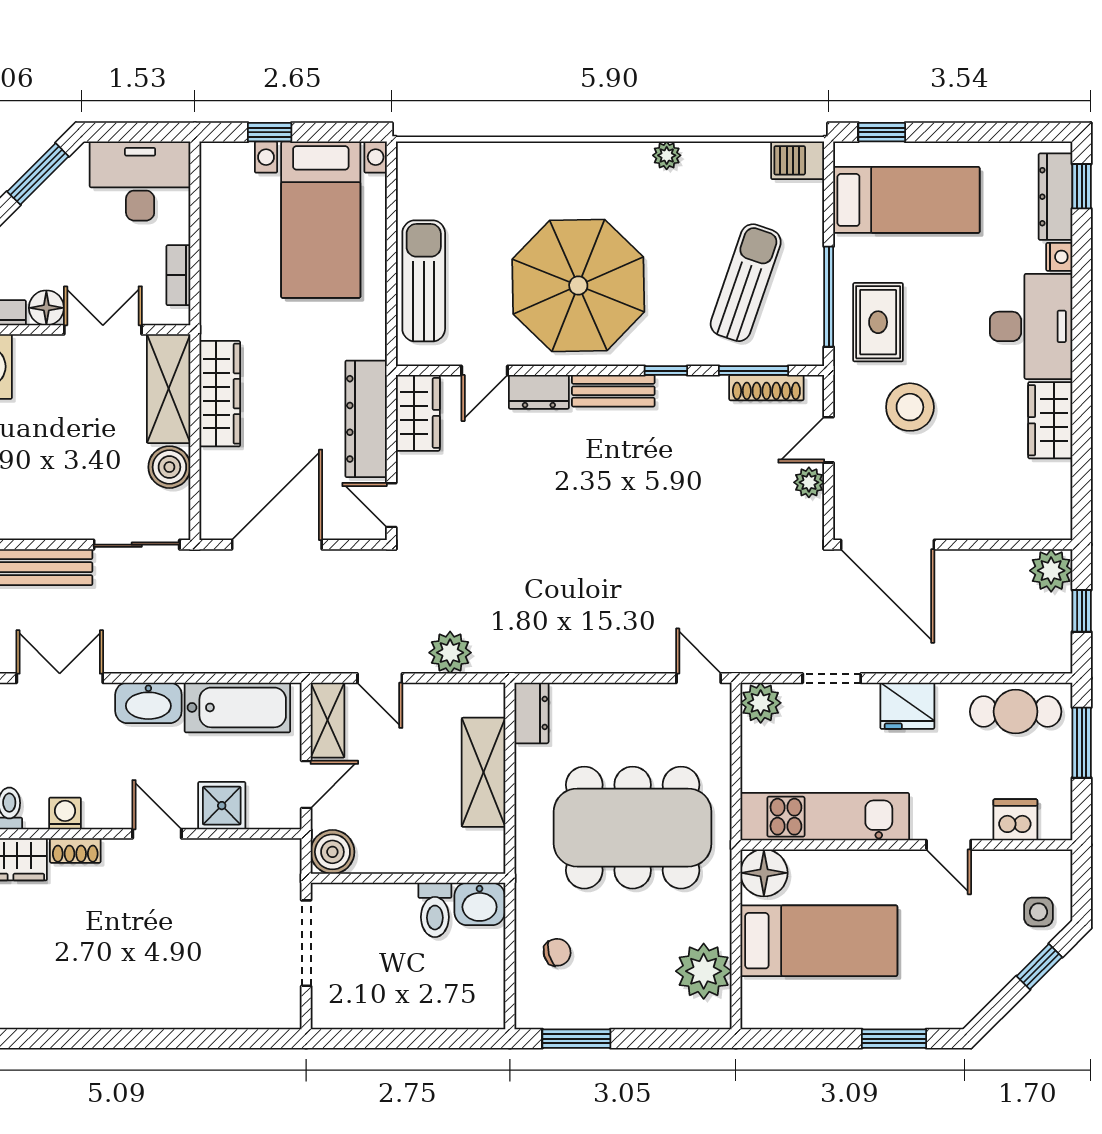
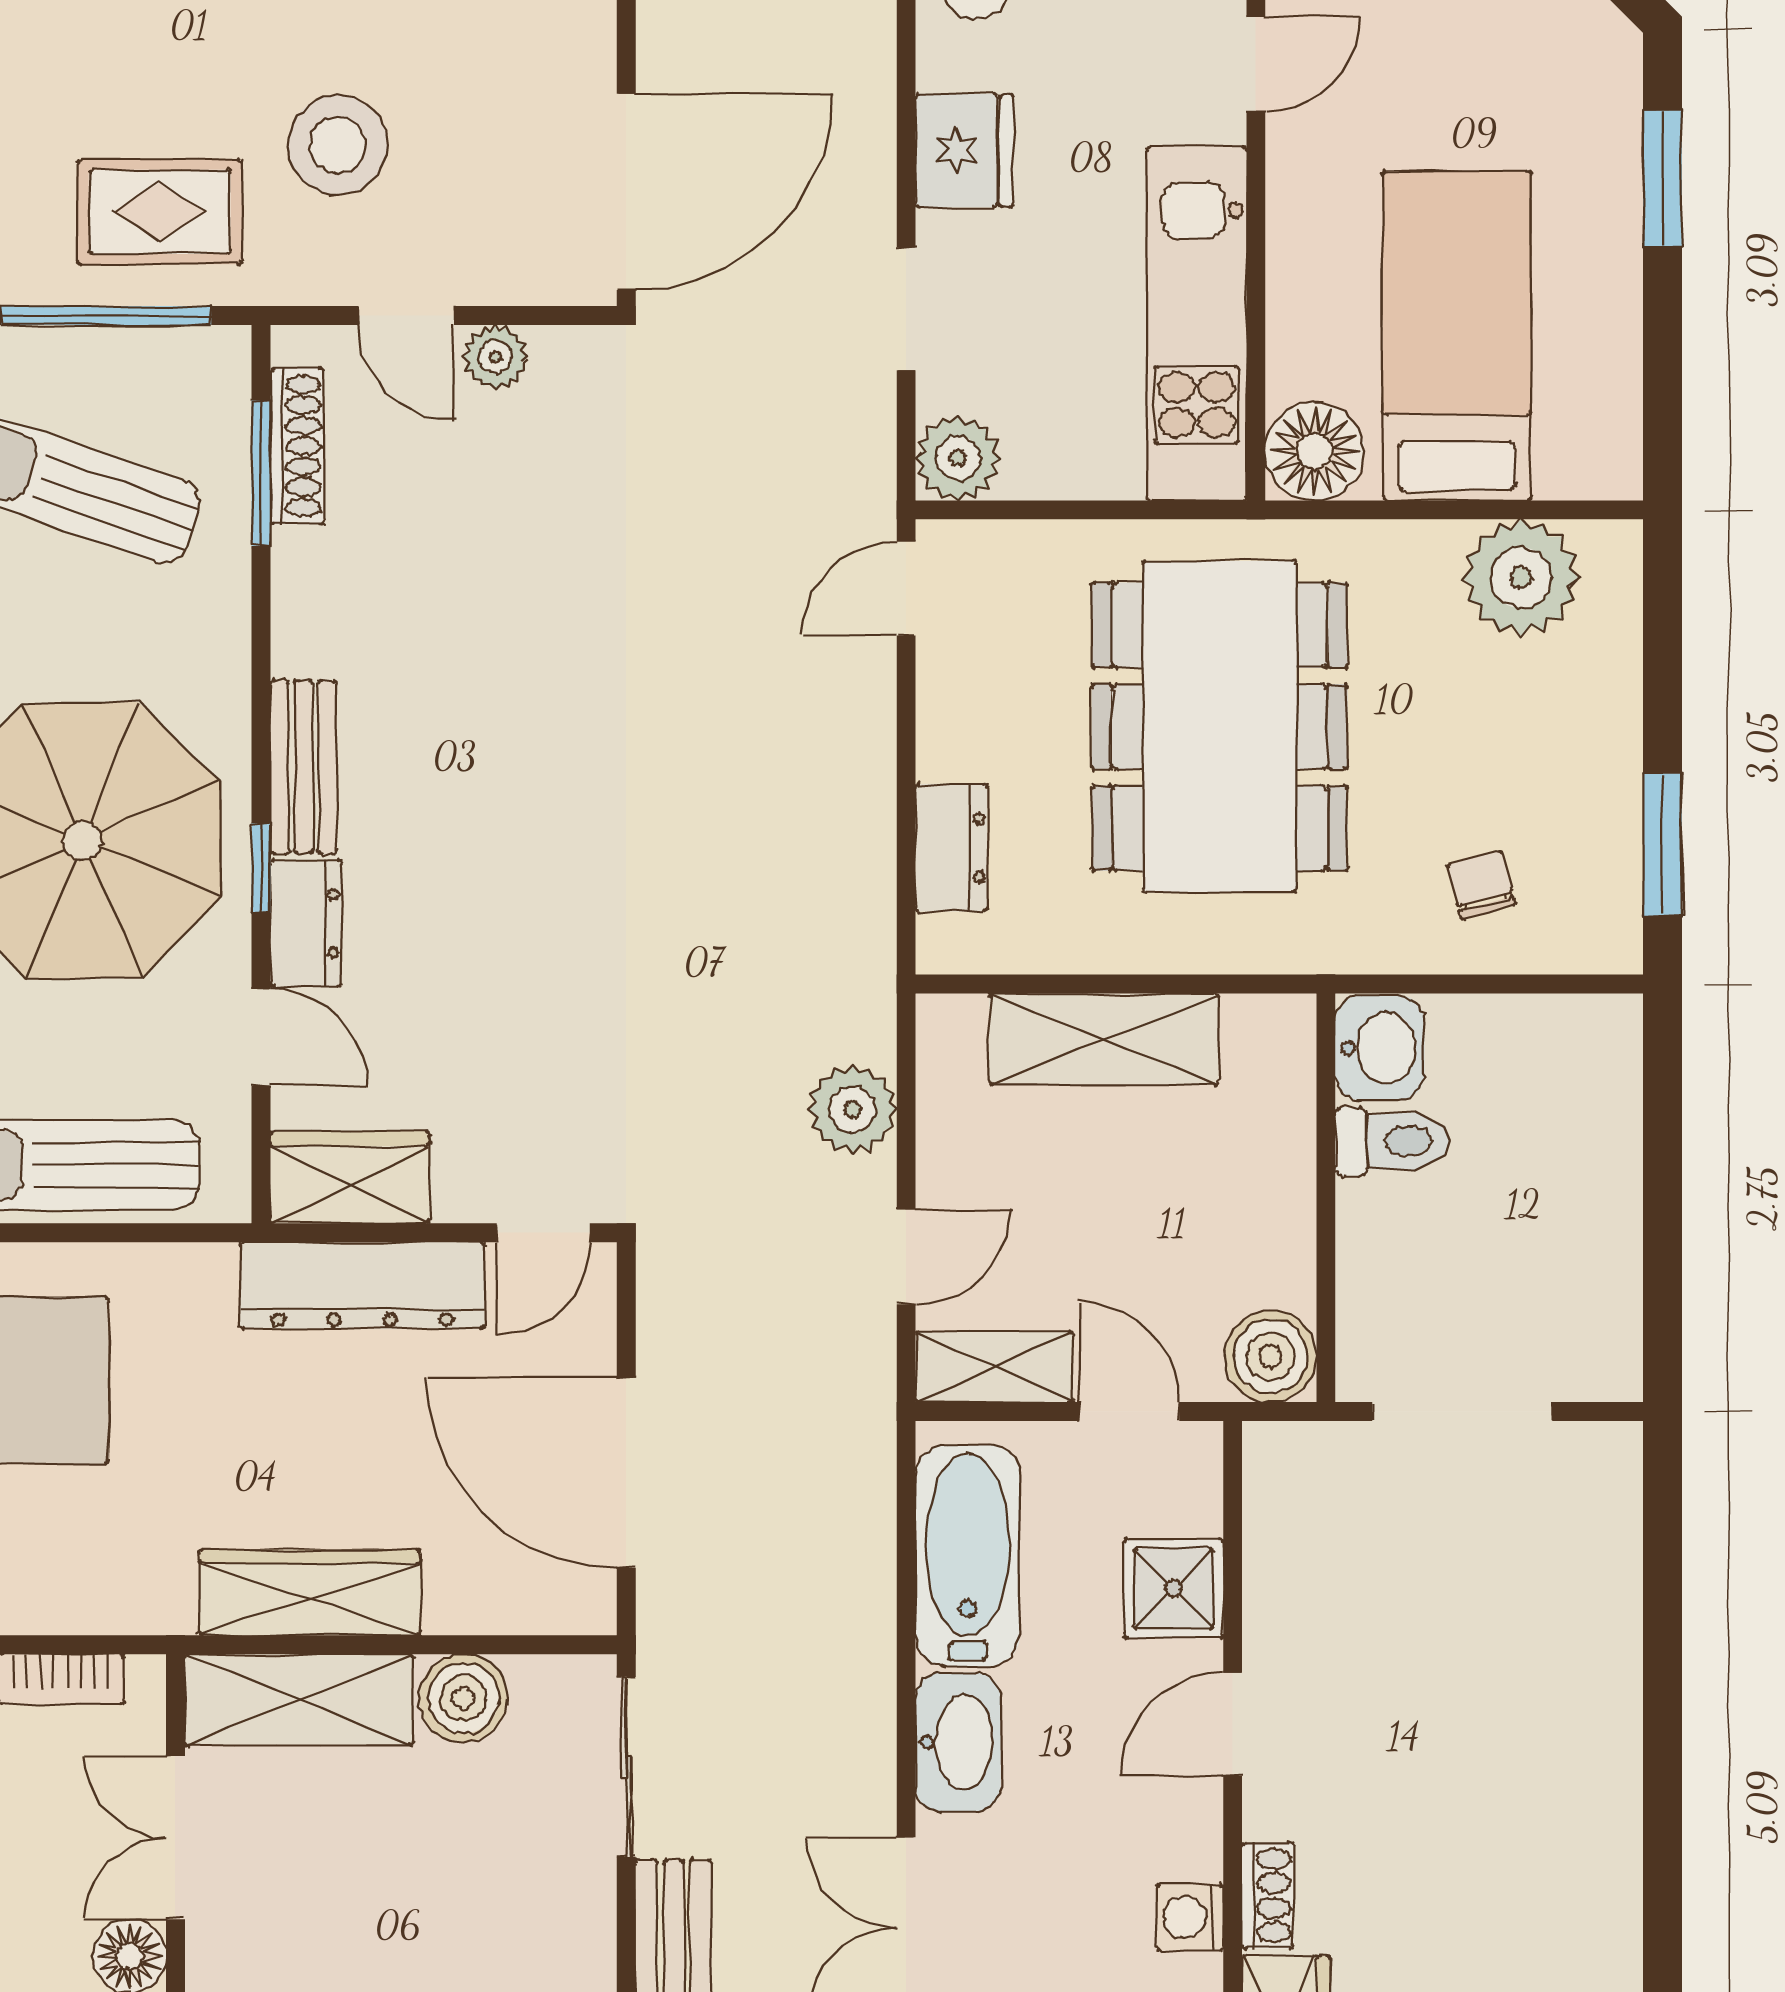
window: (666, 371) -> (261, 868), moved
dresser: (531, 713) -> (951, 848), moved, turned 90

